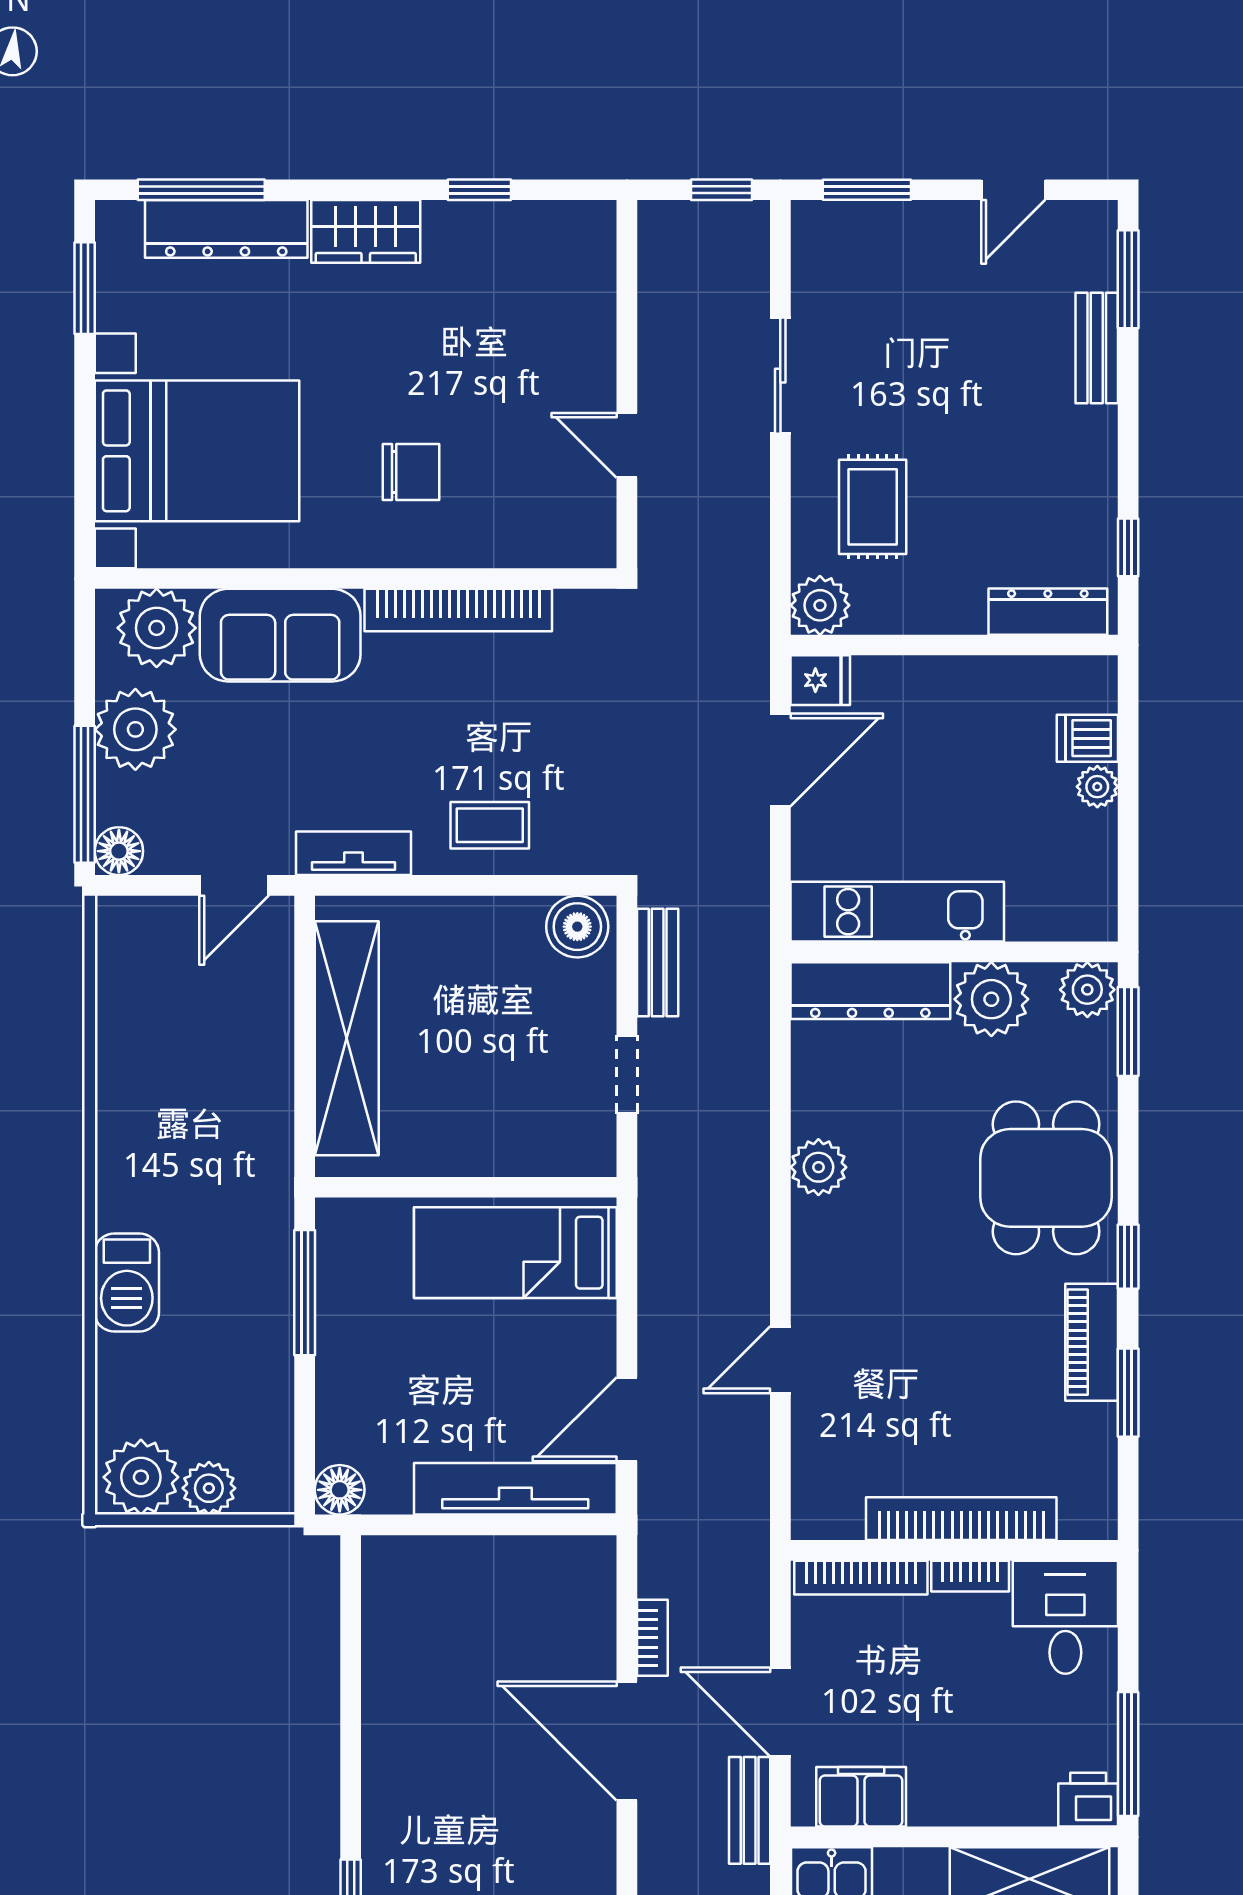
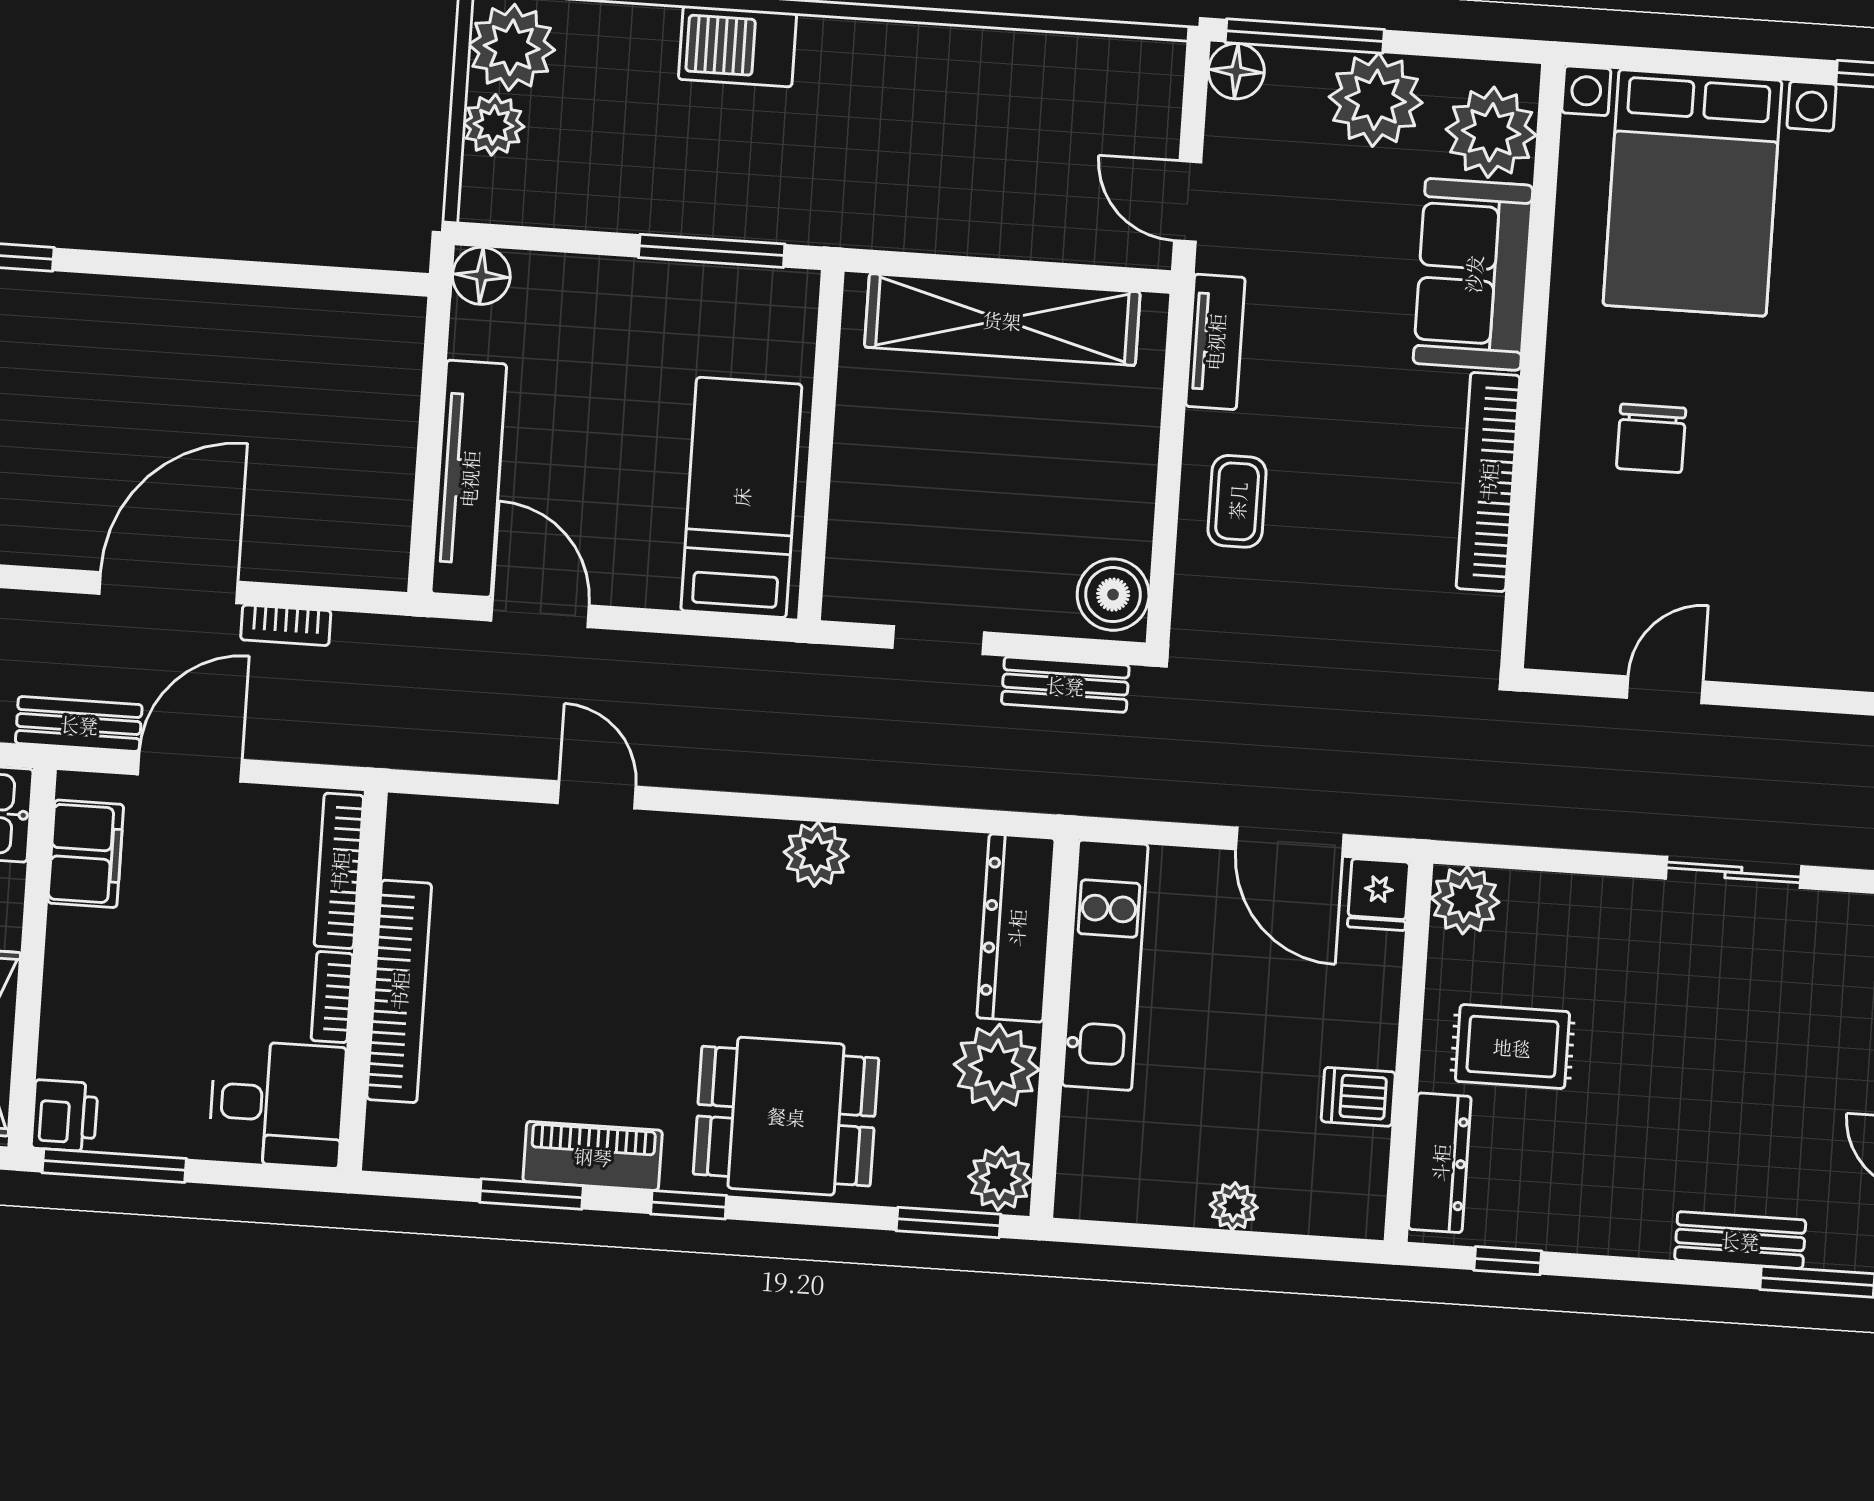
rug: (873, 507) -> (1512, 1047), moved
dishwasher: (1087, 738) -> (1358, 1097), moved, turned -90

